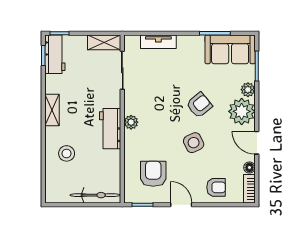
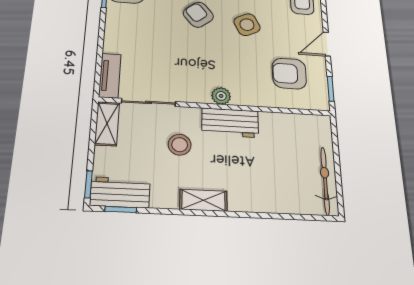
tv unit: (158, 42) -> (110, 76), moved
stool: (67, 153) -> (180, 145), moved
bicycle: (95, 195) -> (325, 181), moved

